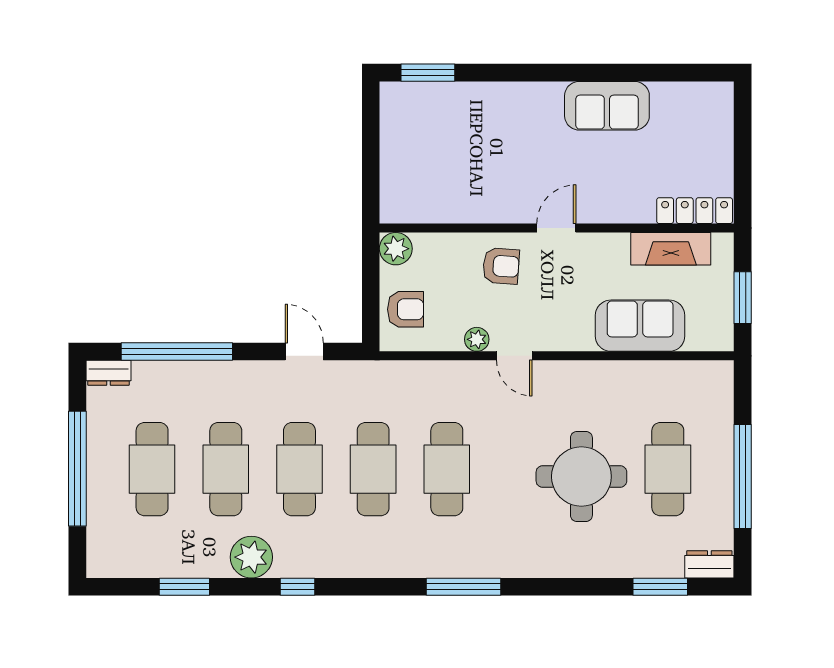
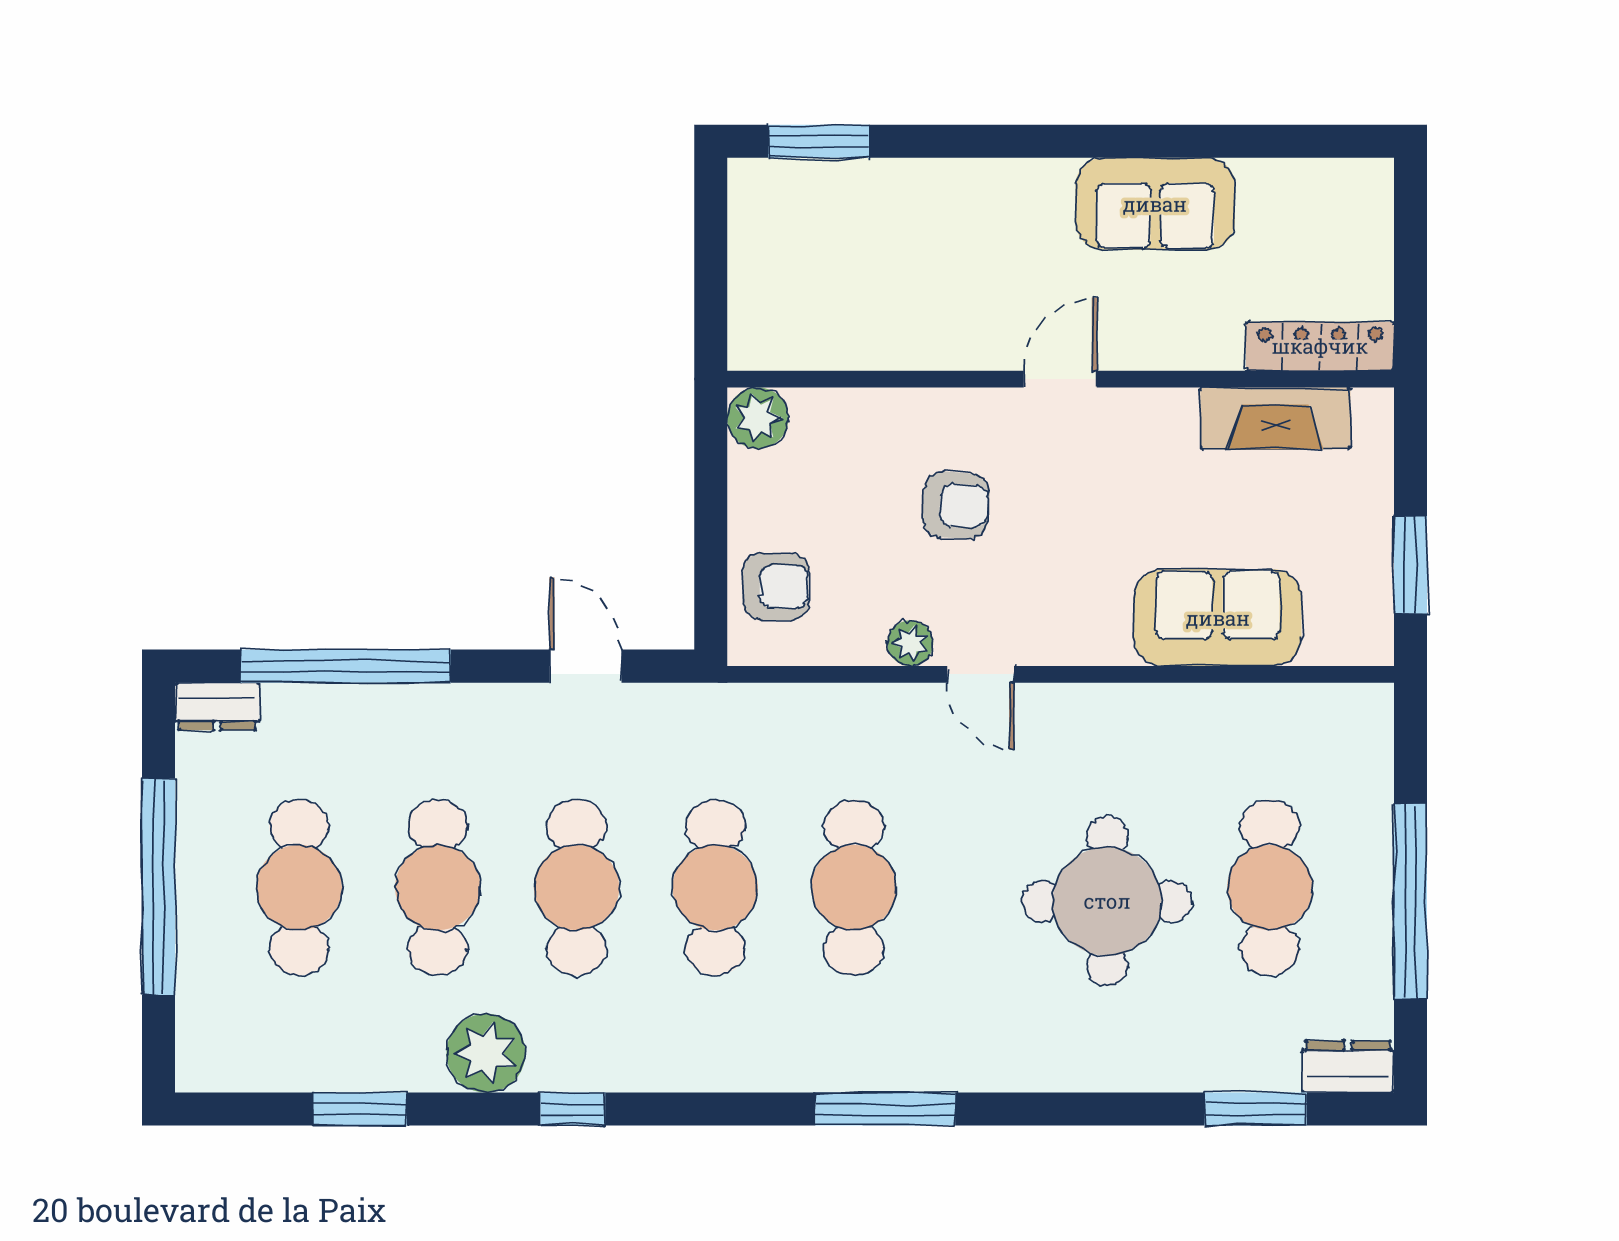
locker: (695, 211) -> (1320, 346), moved
door: (556, 228) -> (1060, 379), moved
wall: (557, 228) -> (1061, 379), moved
plant: (396, 249) -> (758, 418), moved
fireplace: (671, 249) -> (1275, 418), moved

